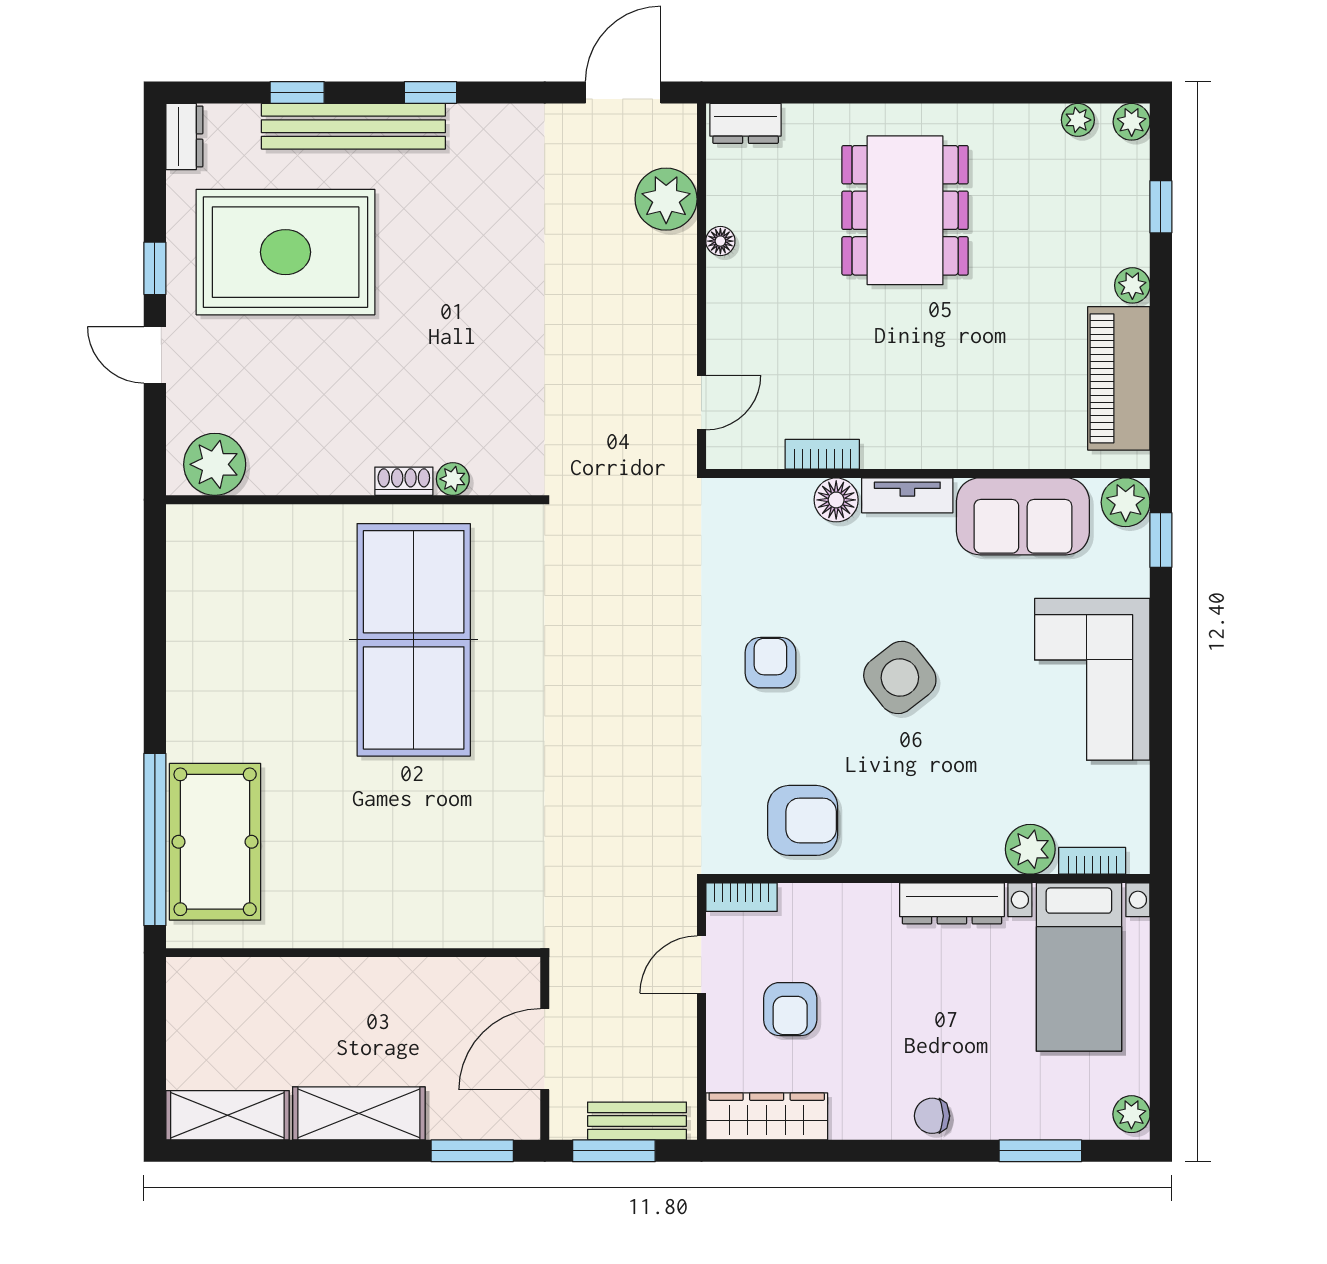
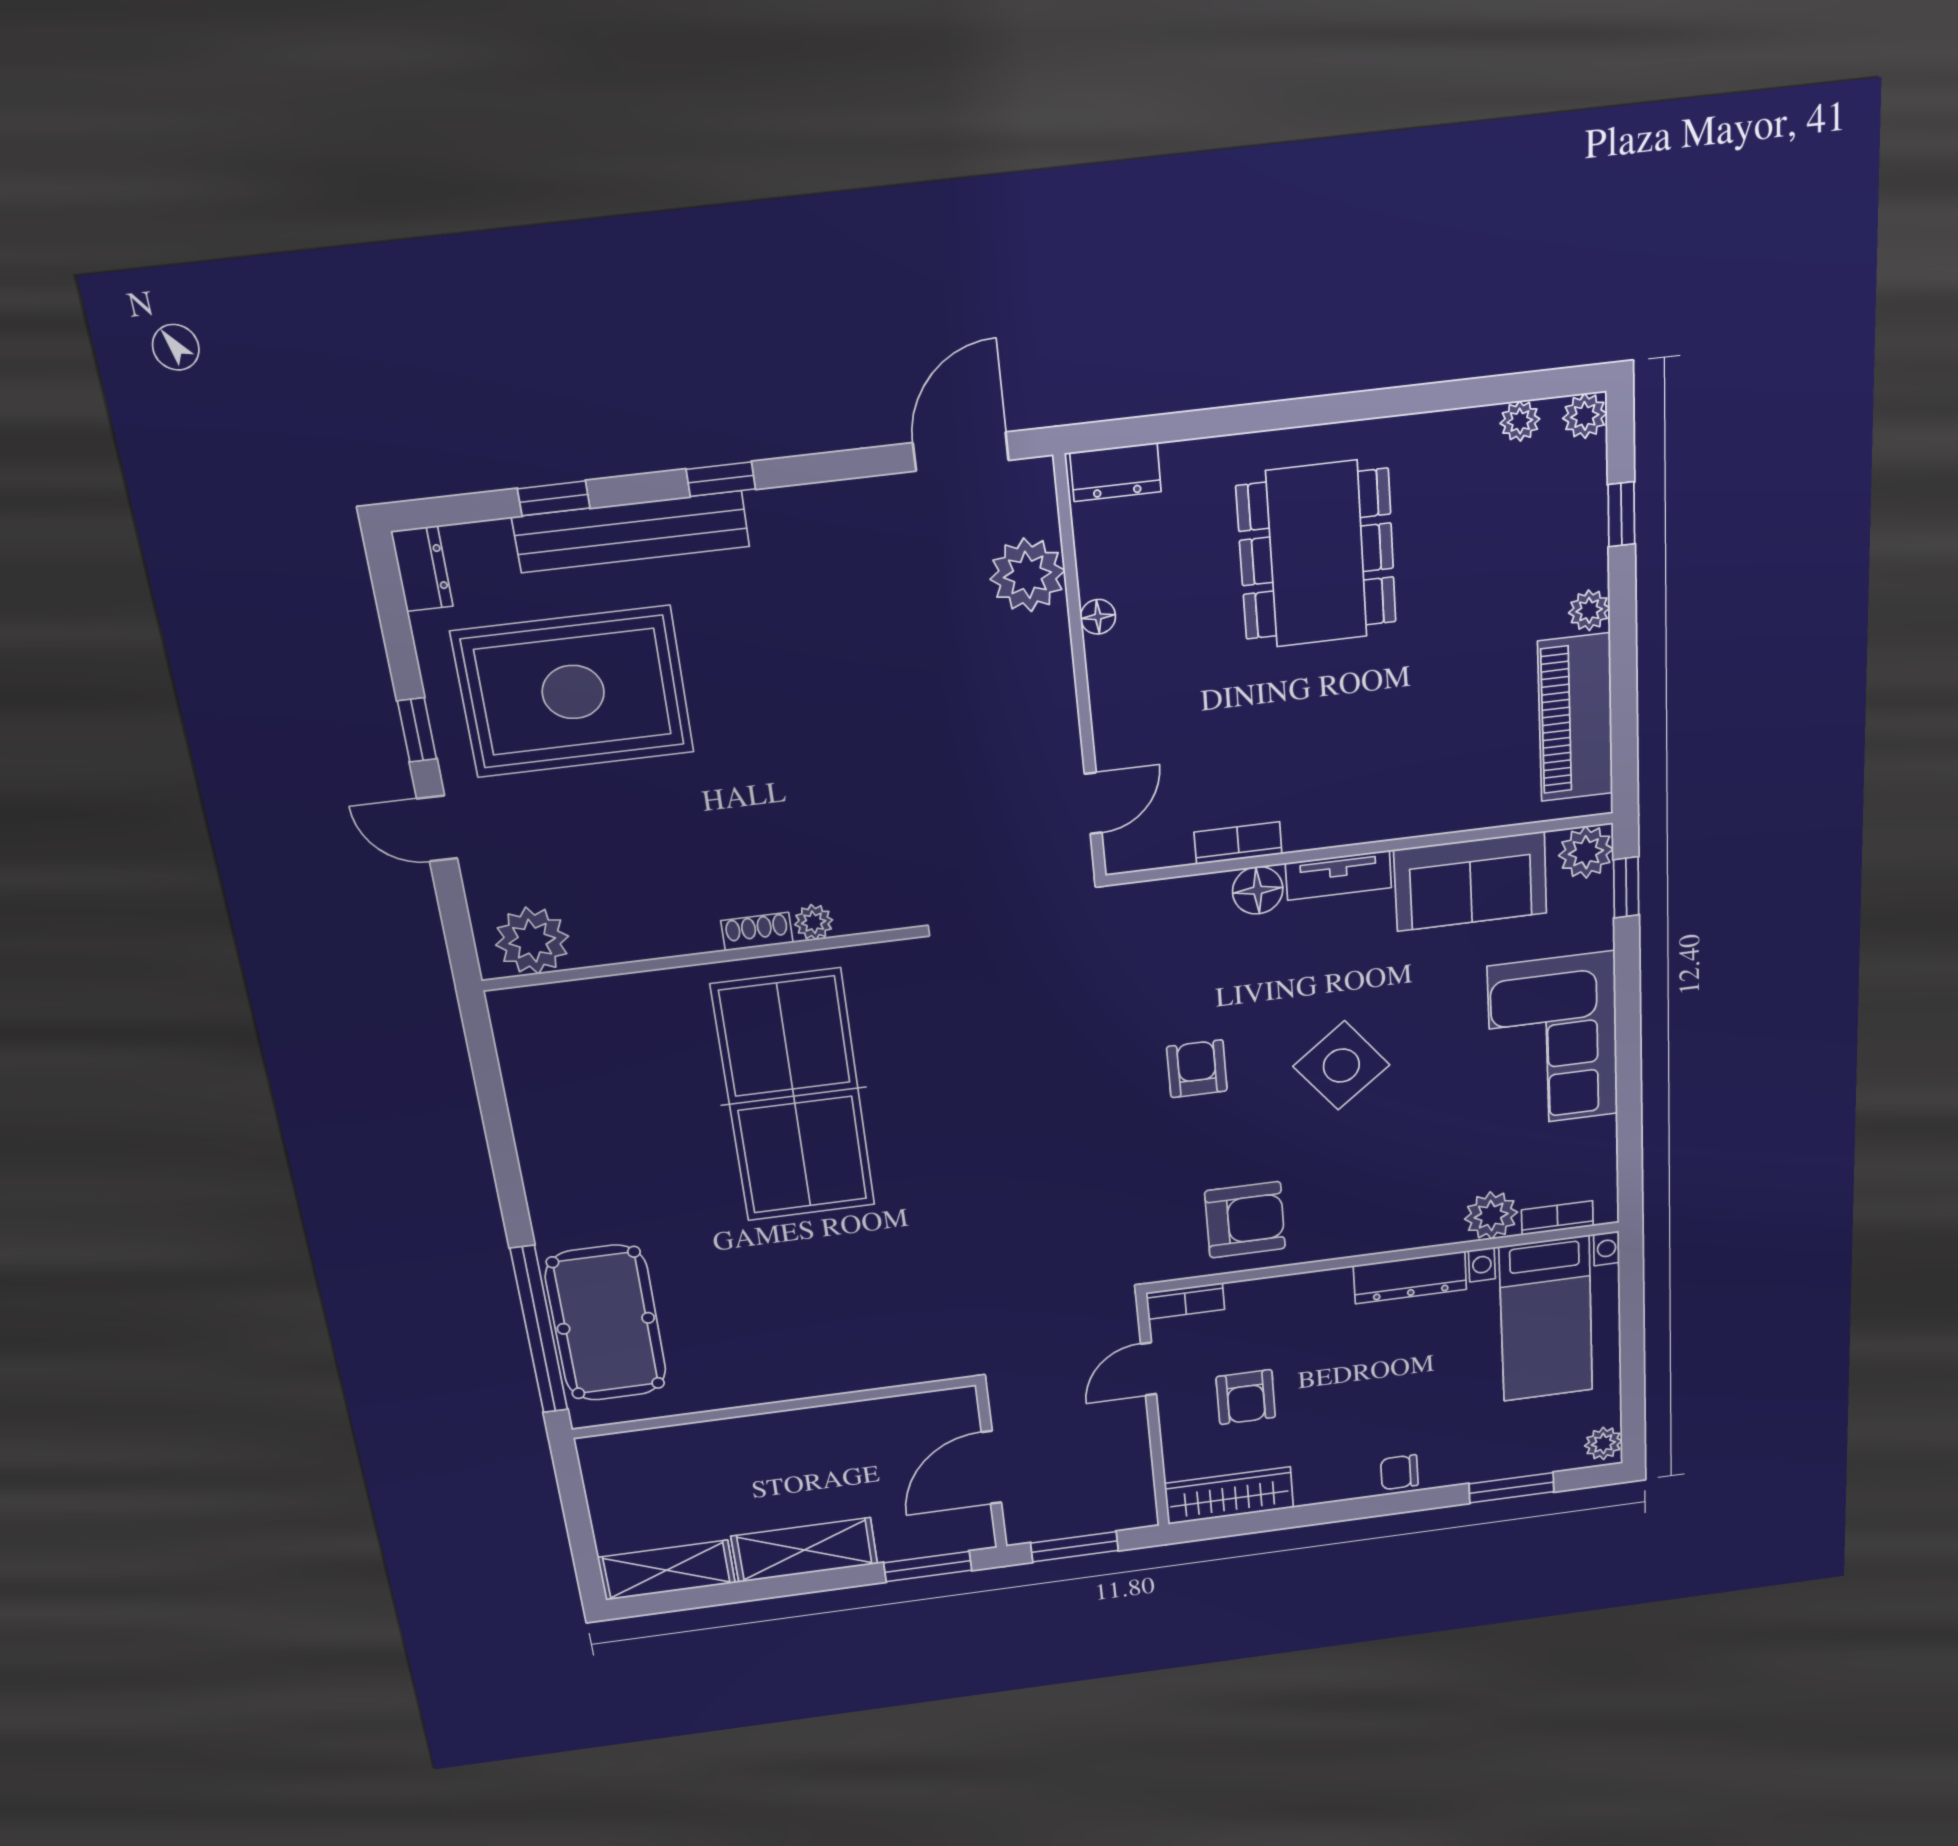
bench: (637, 1121) -> (1095, 1518), removed

